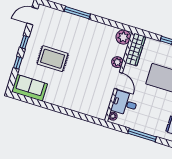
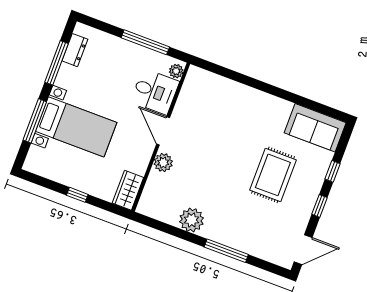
plant: (123, 37) -> (192, 220), moved
wardrobe: (135, 50) -> (128, 190), width x0.67
rug: (53, 59) -> (273, 175), turned 90
window: (142, 135) -> (145, 42), moved

